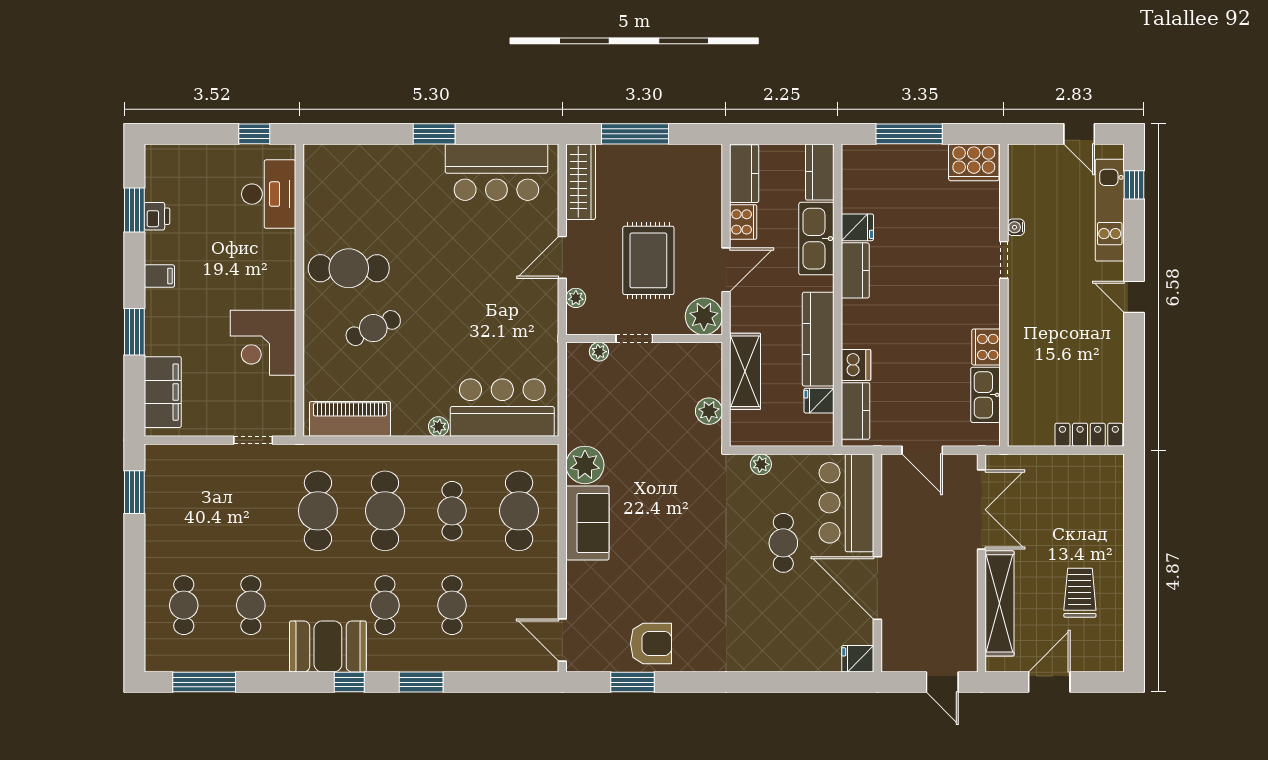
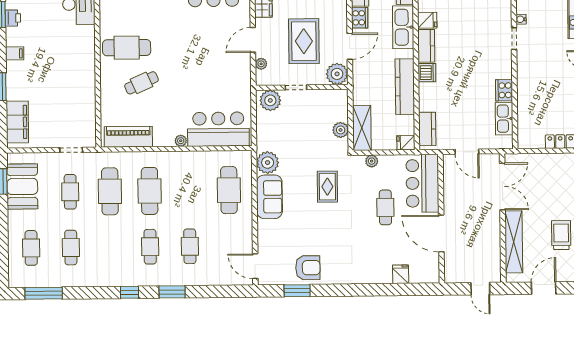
corner desk: (263, 343) -> (76, 92), removed
plant: (599, 352) -> (270, 100), width x1.88, depth x1.88
dishwasher: (856, 365) -> (427, 73), moved
shelving: (745, 371) -> (362, 128), moved
fridge: (819, 401) -> (406, 143), moved
rug: (686, 507) -> (327, 187), added
cafe table: (452, 511) -> (70, 192), moved
booth: (328, 646) -> (22, 186), moved, turned 90
fridge: (858, 659) -> (401, 274), moved, turned 90

